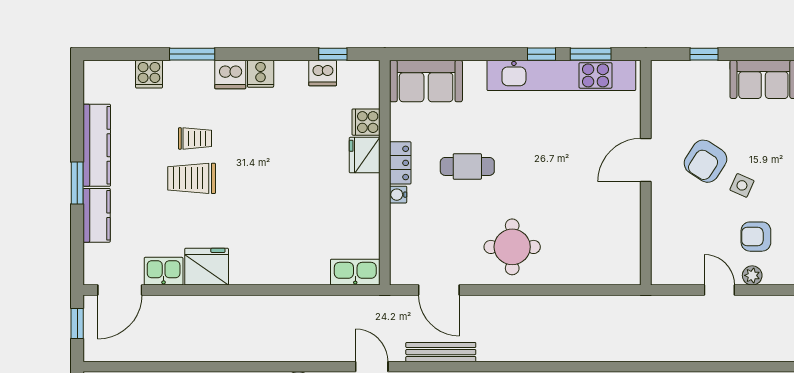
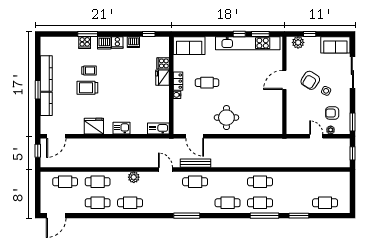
dishwasher: (323, 73) -> (133, 42), moved
cooker: (149, 74) -> (85, 43), moved
plant: (677, 74) -> (298, 42), added
kitchen sink: (164, 271) -> (121, 128), moved

